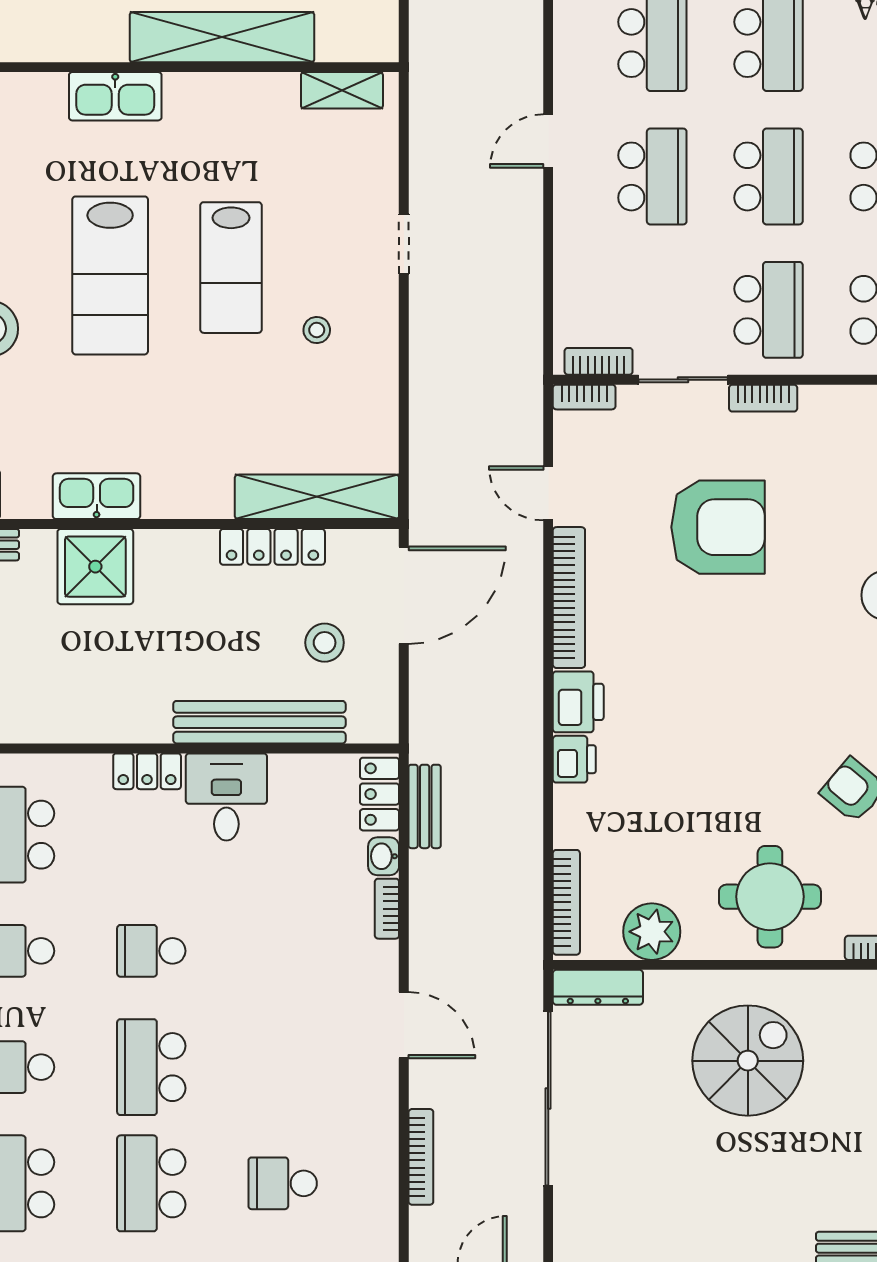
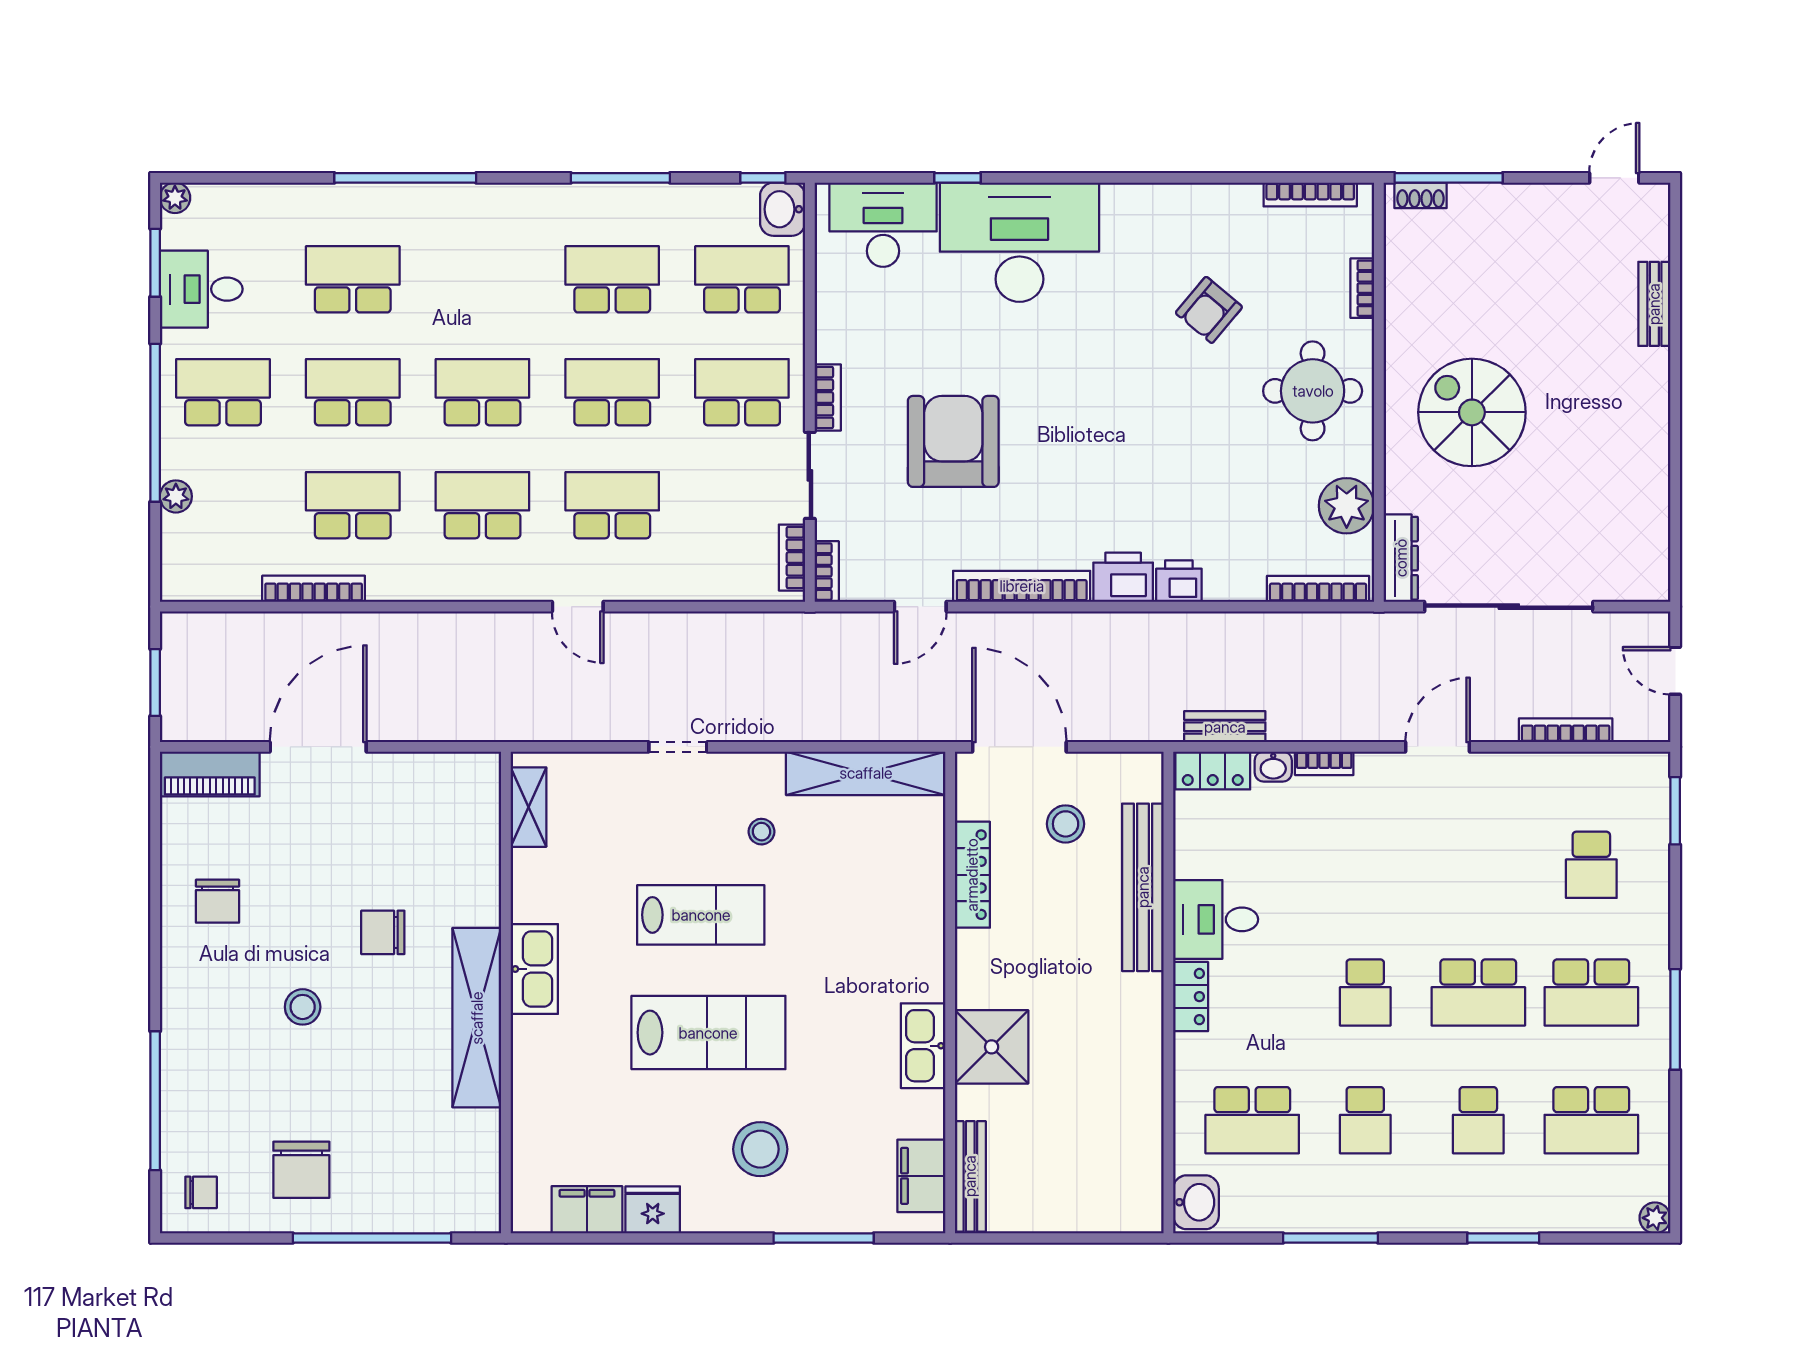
shelving: (222, 37) -> (477, 1018), moved
kitchen sink: (115, 96) -> (534, 969), moved
shelving: (317, 497) -> (866, 773), moved, turned 90

